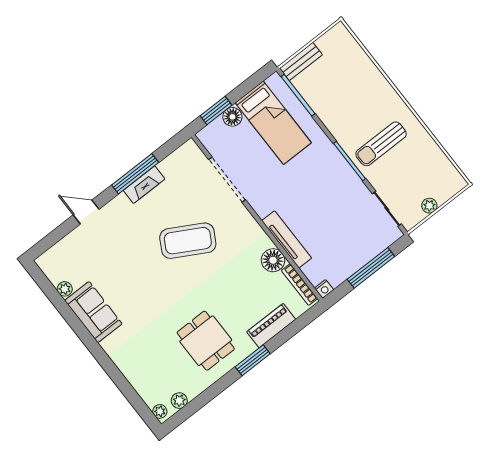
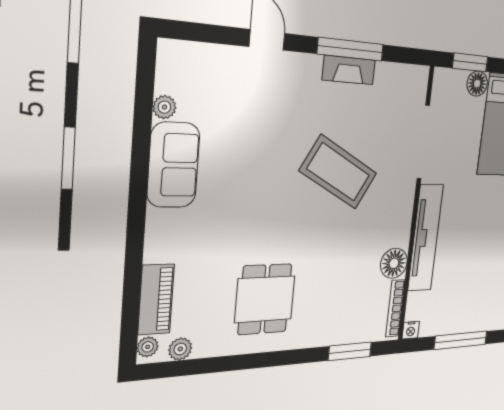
tv unit: (287, 239) -> (425, 238), width x1.36, depth x1.29
piano: (271, 326) -> (156, 299), moved, turned 90
window: (253, 360) -> (350, 351), moved

